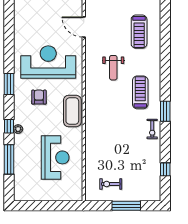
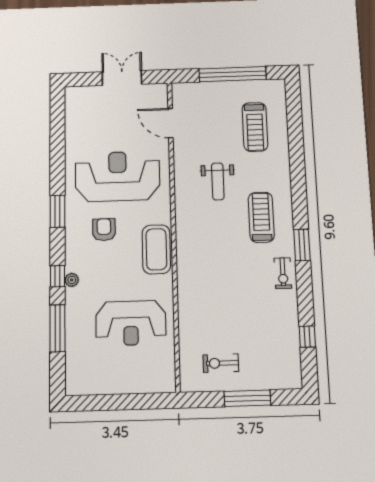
reception desk: (55, 157) -> (131, 323), turned 90

